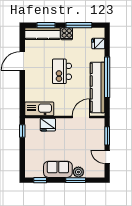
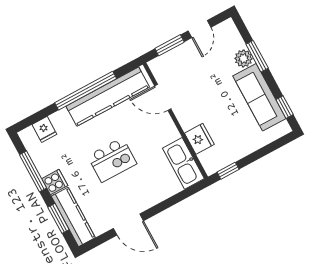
sofa: (58, 169) -> (259, 97), width x1.36

